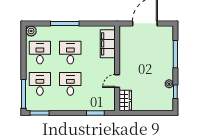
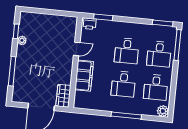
filing cabinet: (108, 44) -> (84, 76), moved
wardrobe: (125, 100) -> (63, 96), moved
printer: (107, 106) -> (90, 24), added

